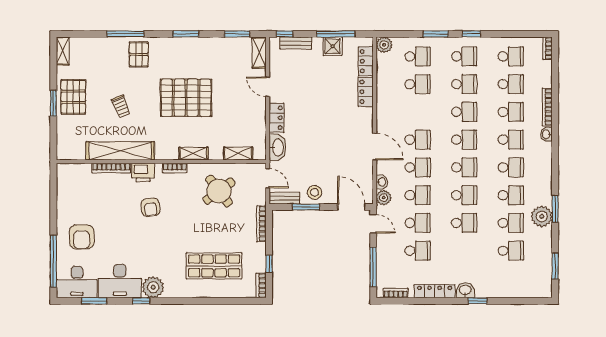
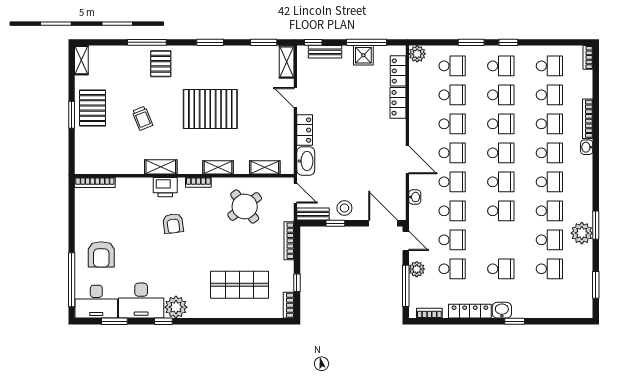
school desk: (418, 112) -> (452, 124), added
shelving: (120, 151) -> (161, 167), width x0.45, depth x0.75
bookcase: (111, 168) -> (95, 182), moved
plant: (384, 198) -> (417, 269), moved
window: (306, 207) -> (335, 223), width x0.67
school desk: (464, 223) -> (501, 269), moved

